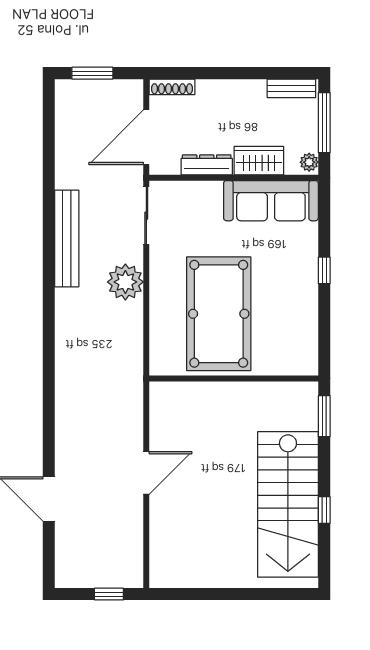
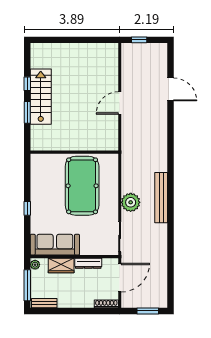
bench: (67, 239) -> (161, 198), moved
window: (324, 416) -> (27, 112), moved
stairs: (288, 504) -> (41, 97), width x0.73, depth x0.66

